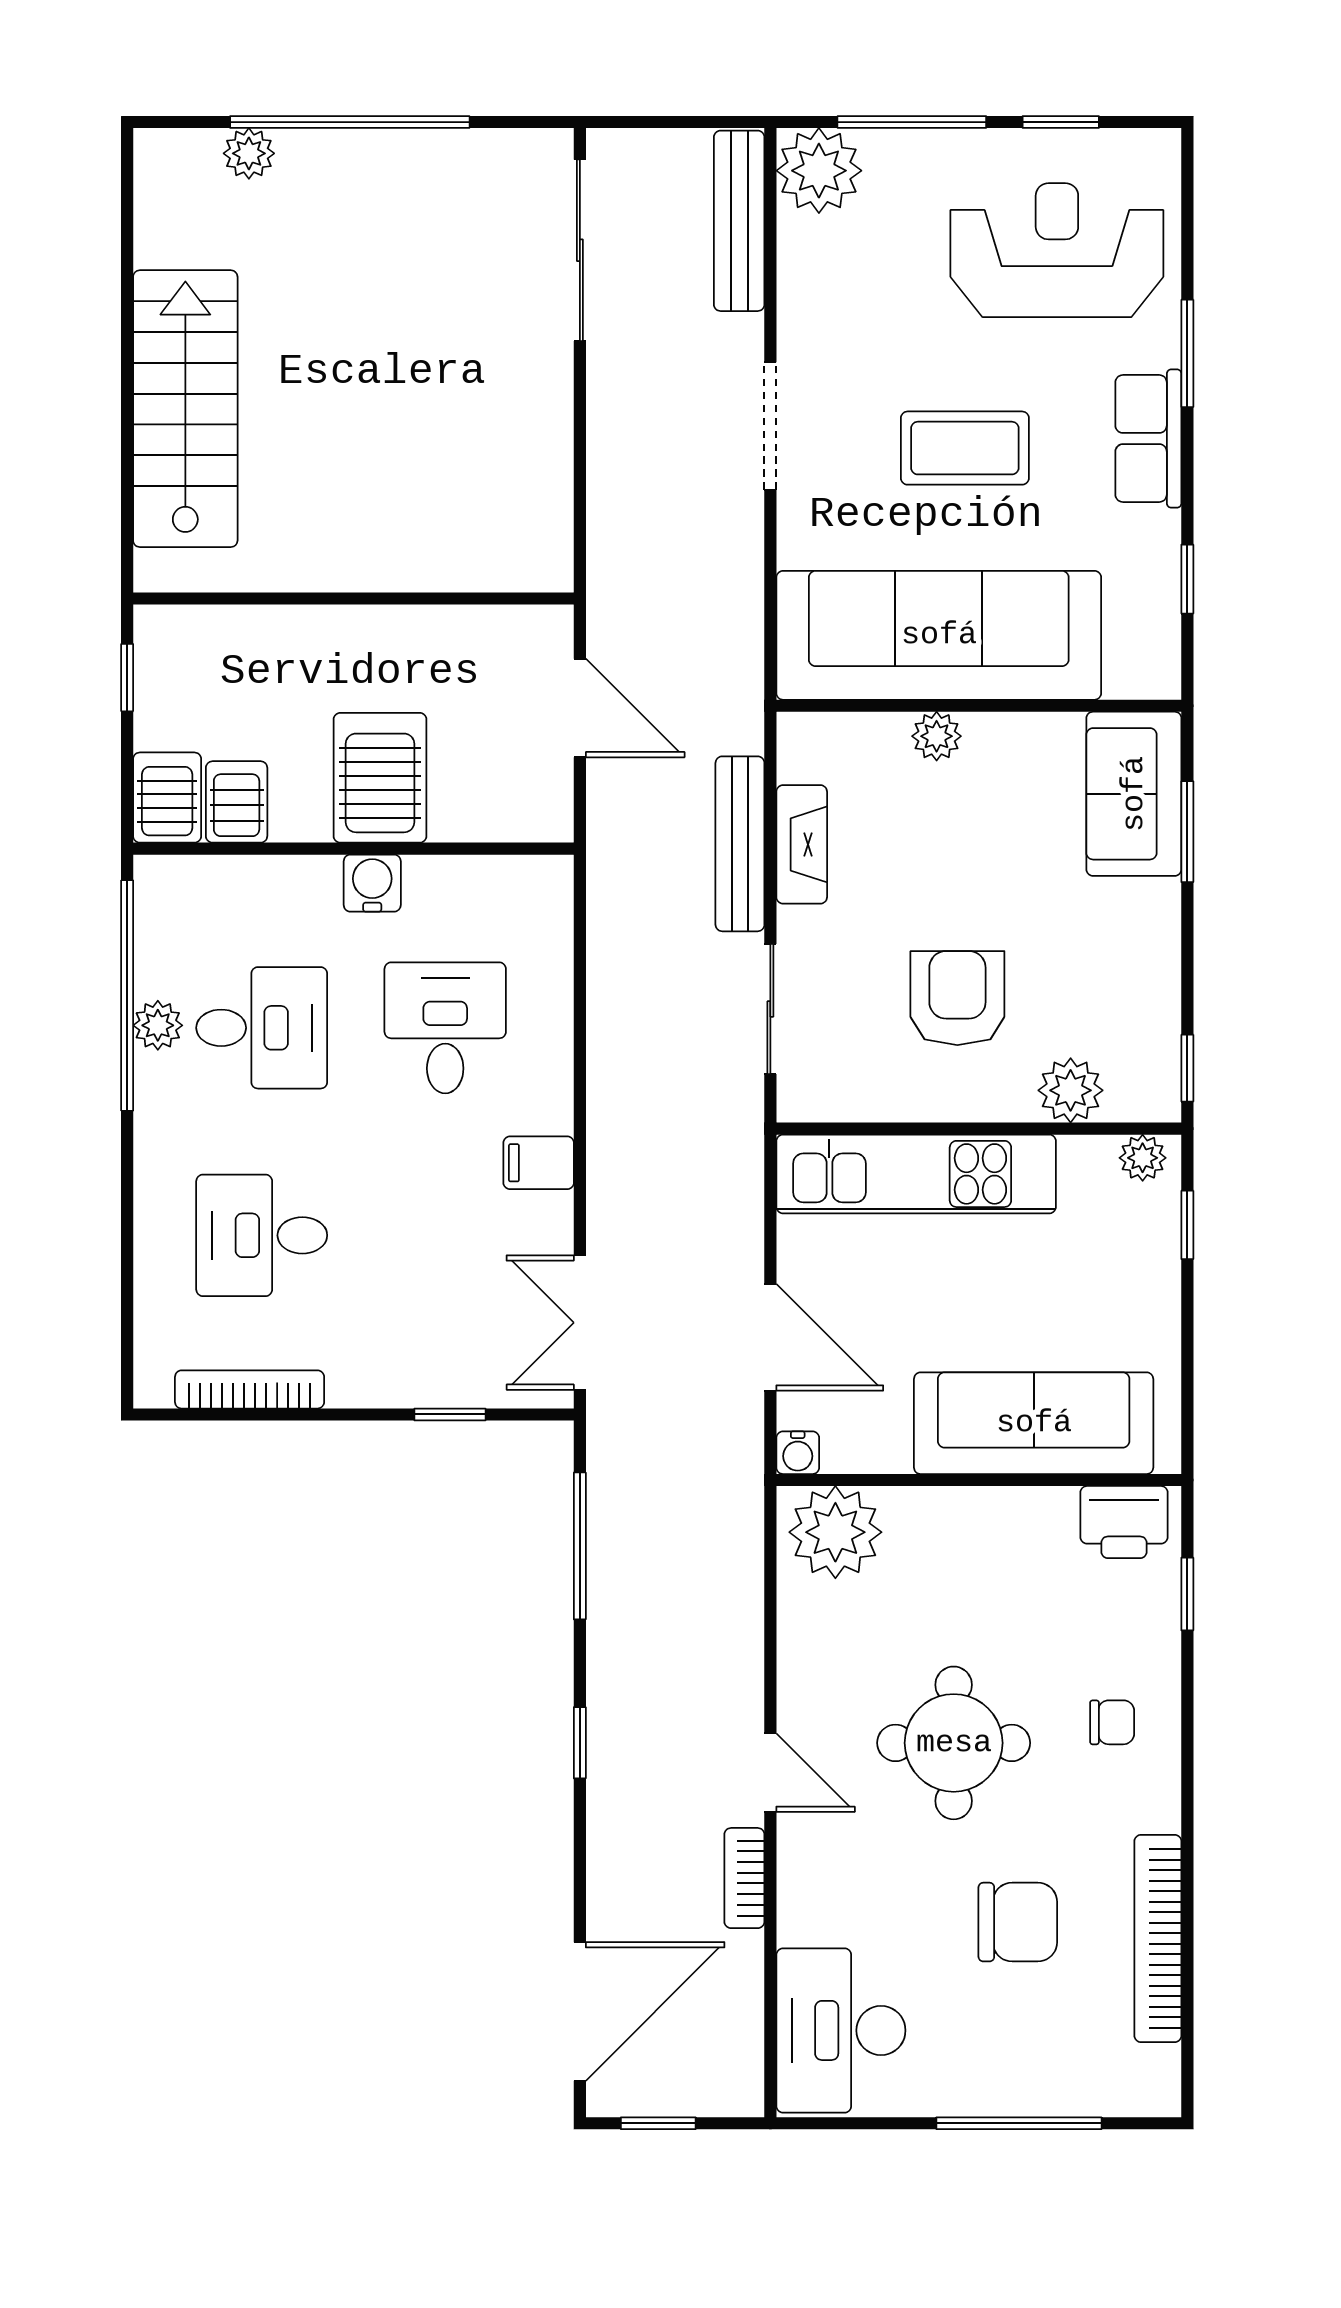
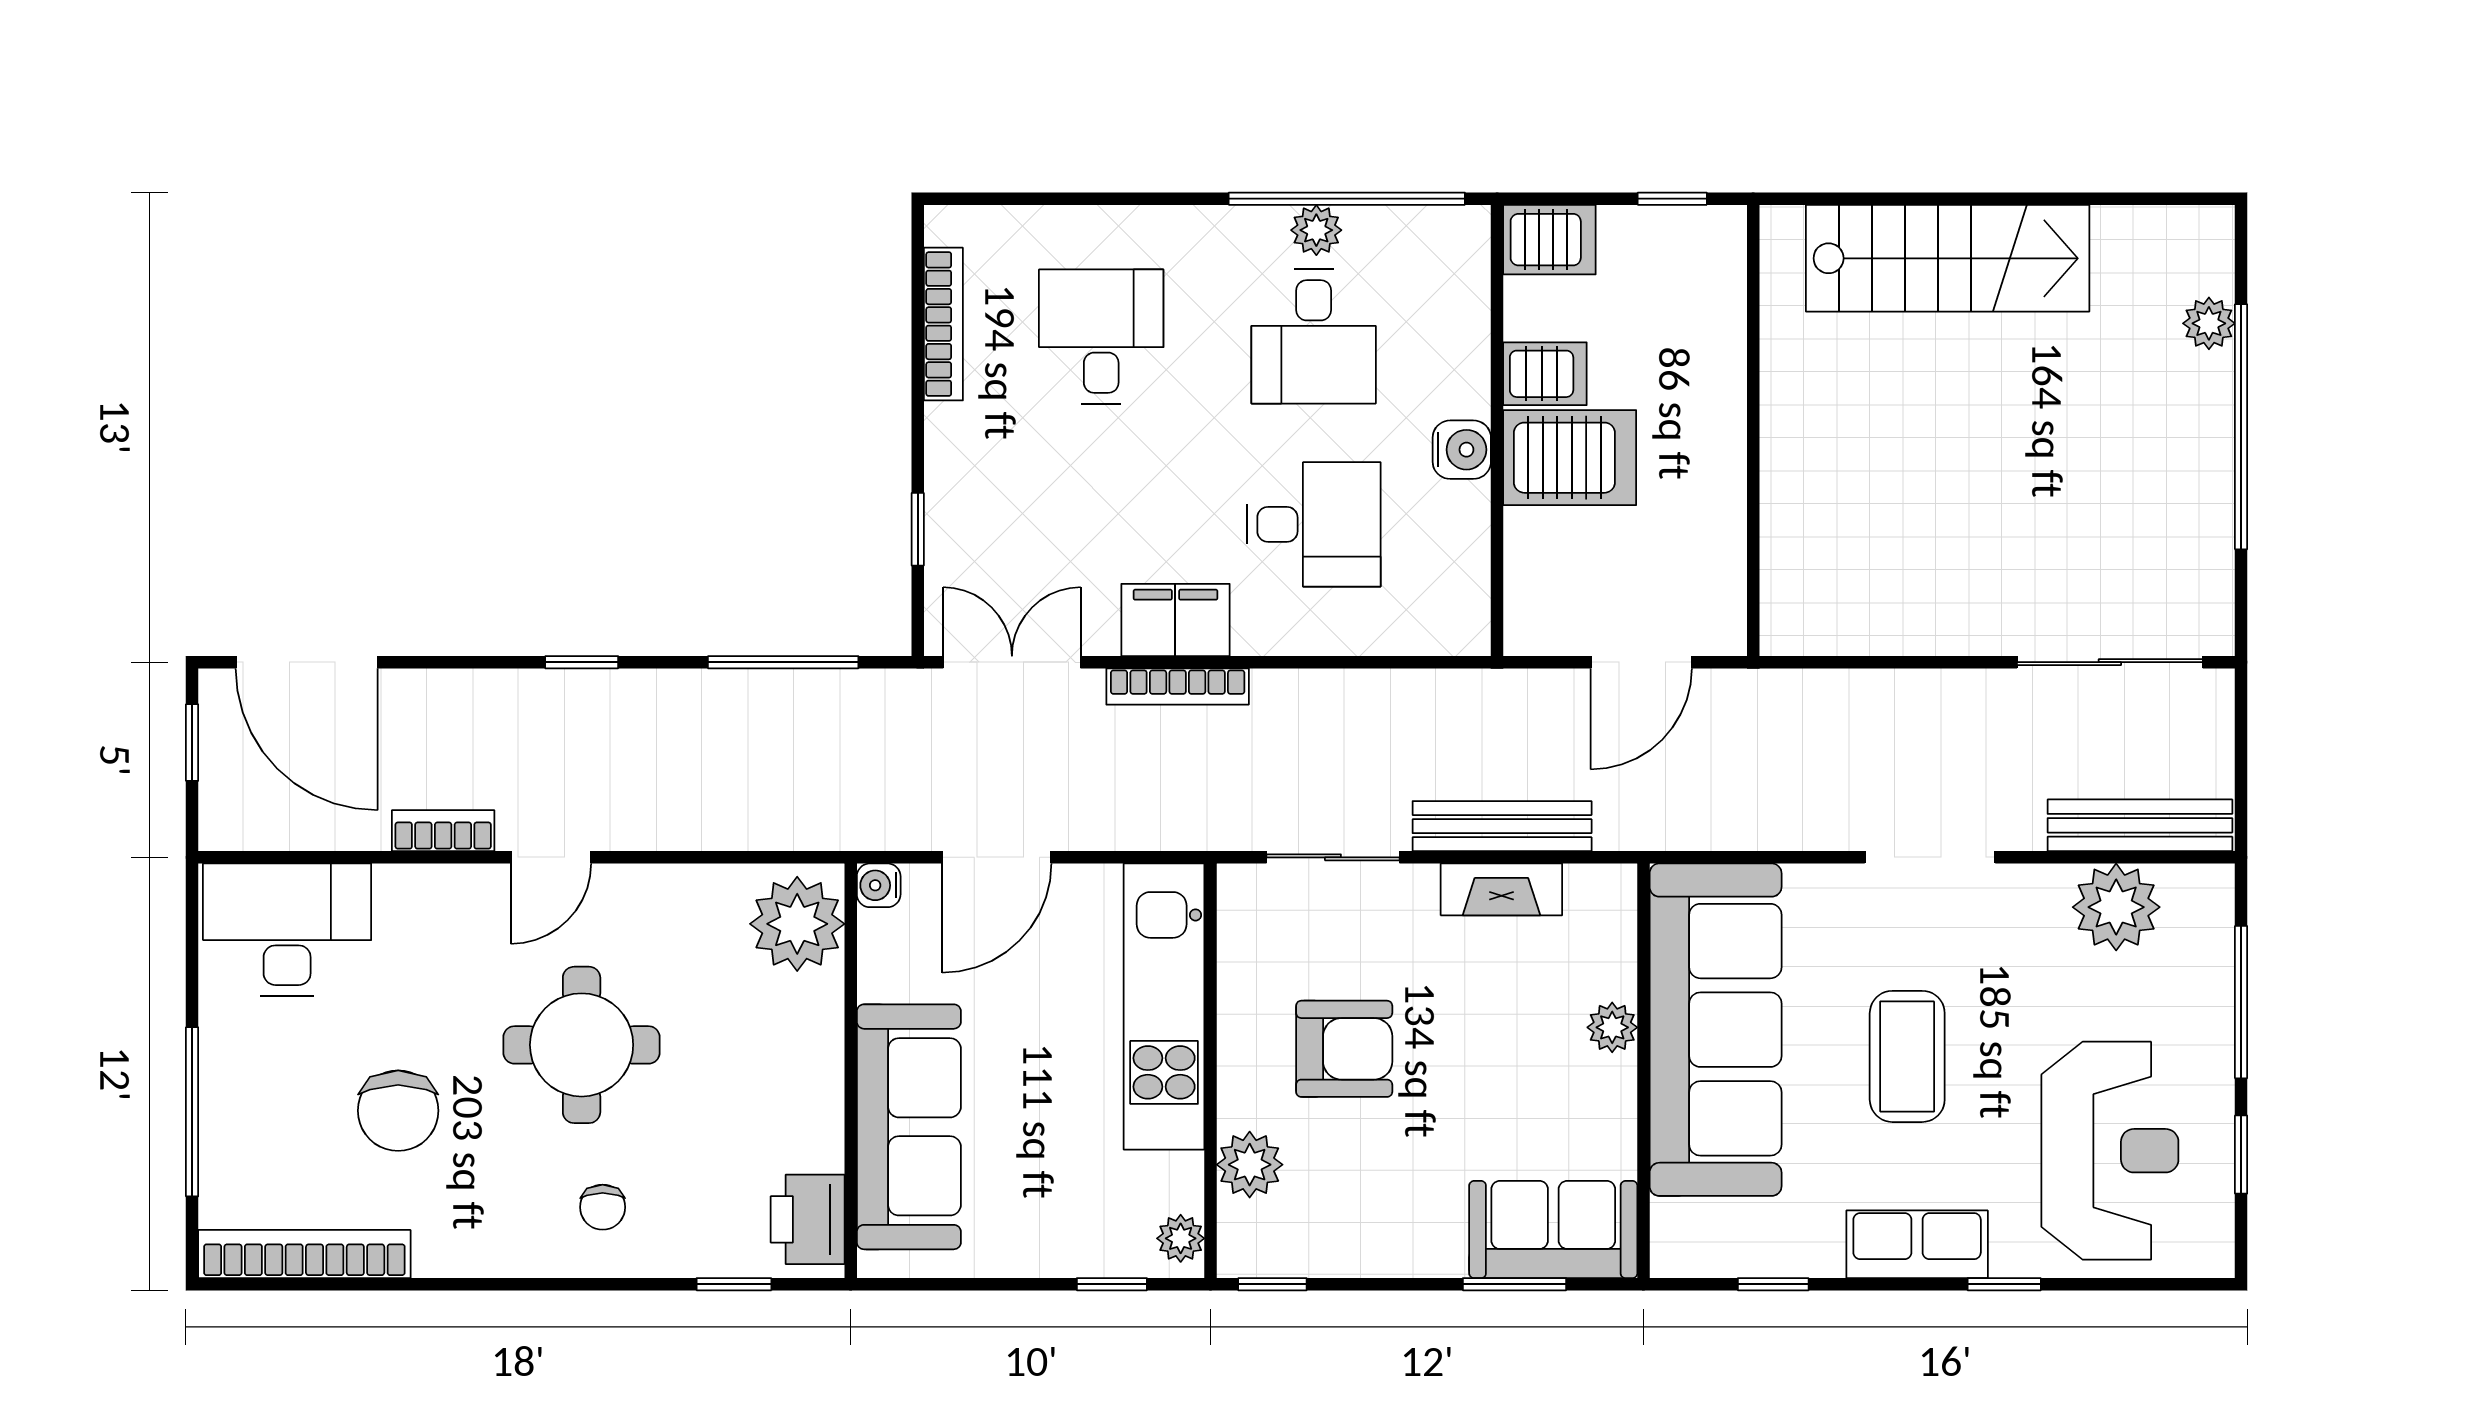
plant: (819, 171) -> (2116, 907), moved
window: (1187, 353) -> (2004, 1284), width x0.67
server rack: (237, 802) -> (1545, 374), moved
bookcase: (604, 1161) -> (1178, 686), added
filing cabinet: (539, 1163) -> (1175, 620), width x2.00
bookcase: (1158, 1938) -> (304, 1254), moved

